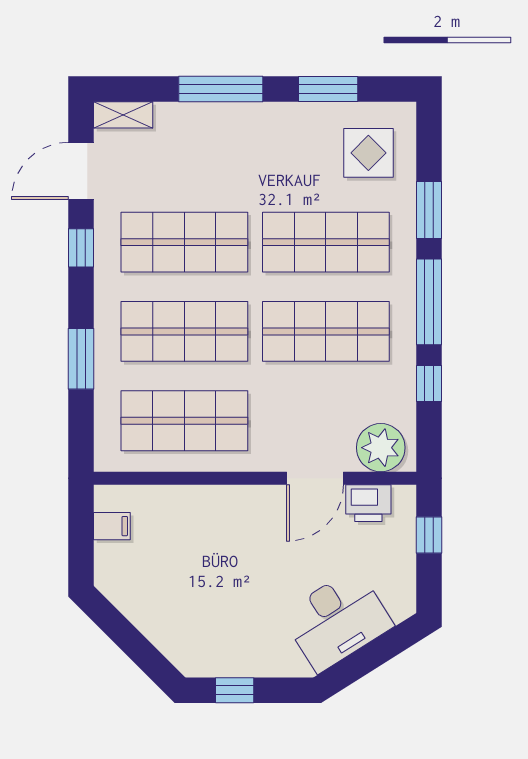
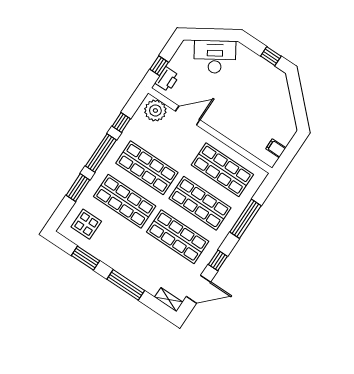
window: (81, 359) -> (246, 219), width x1.44
printer: (368, 503) -> (167, 79), moved, turned 90

